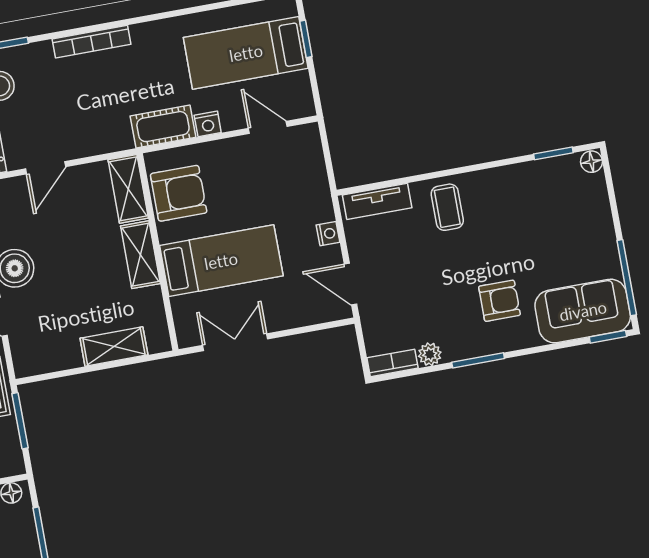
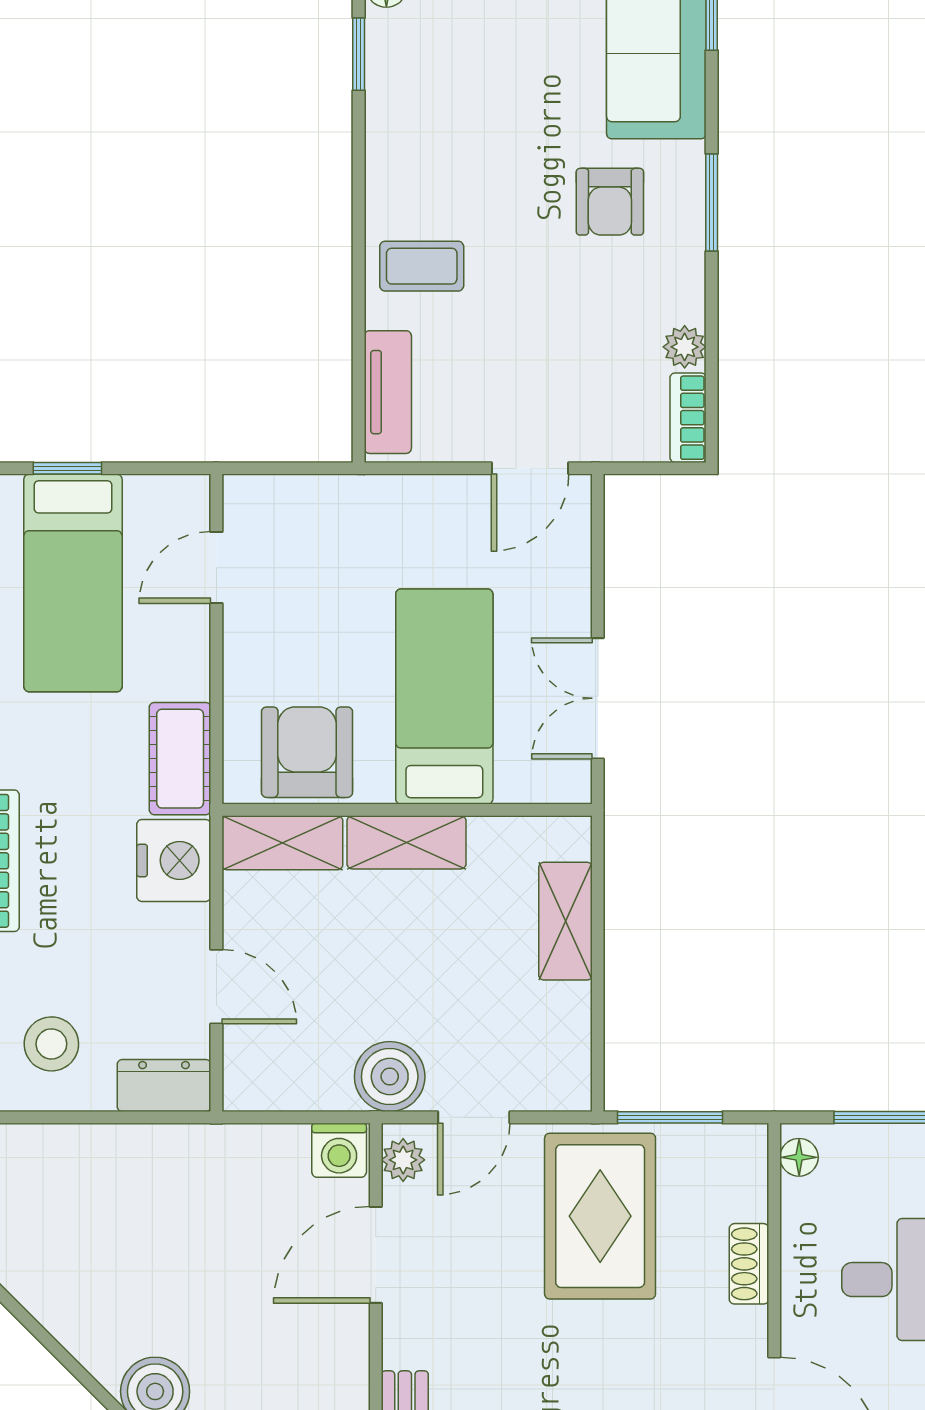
nightstand: (208, 124) -> (174, 860), moved, width x1.89, depth x1.79
nightstand: (328, 234) -> (430, 493), removed
armchair: (499, 301) -> (610, 202), turned 180
window: (478, 360) -> (712, 202), moved

